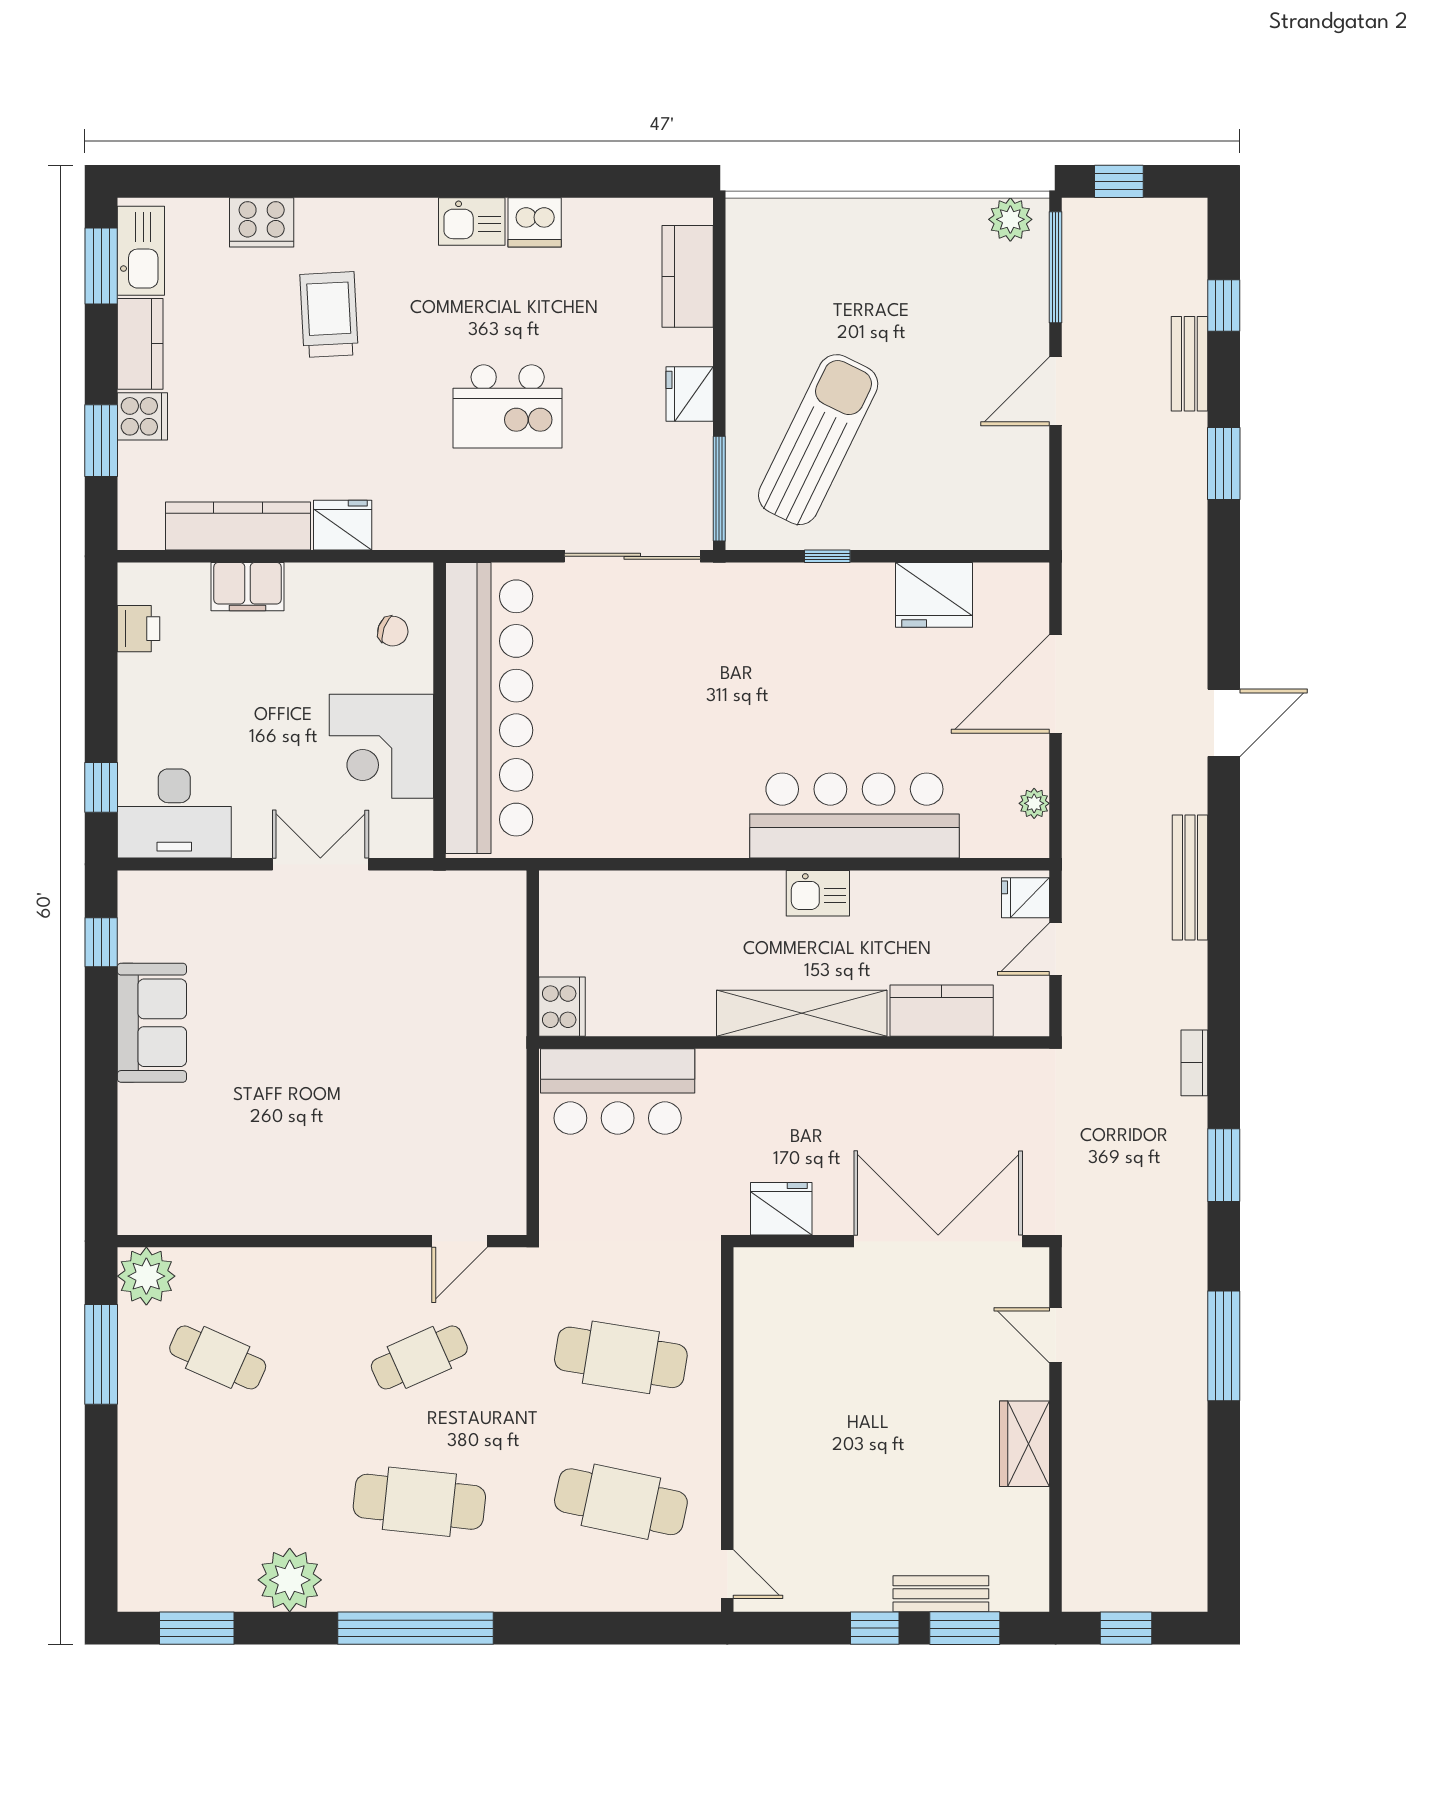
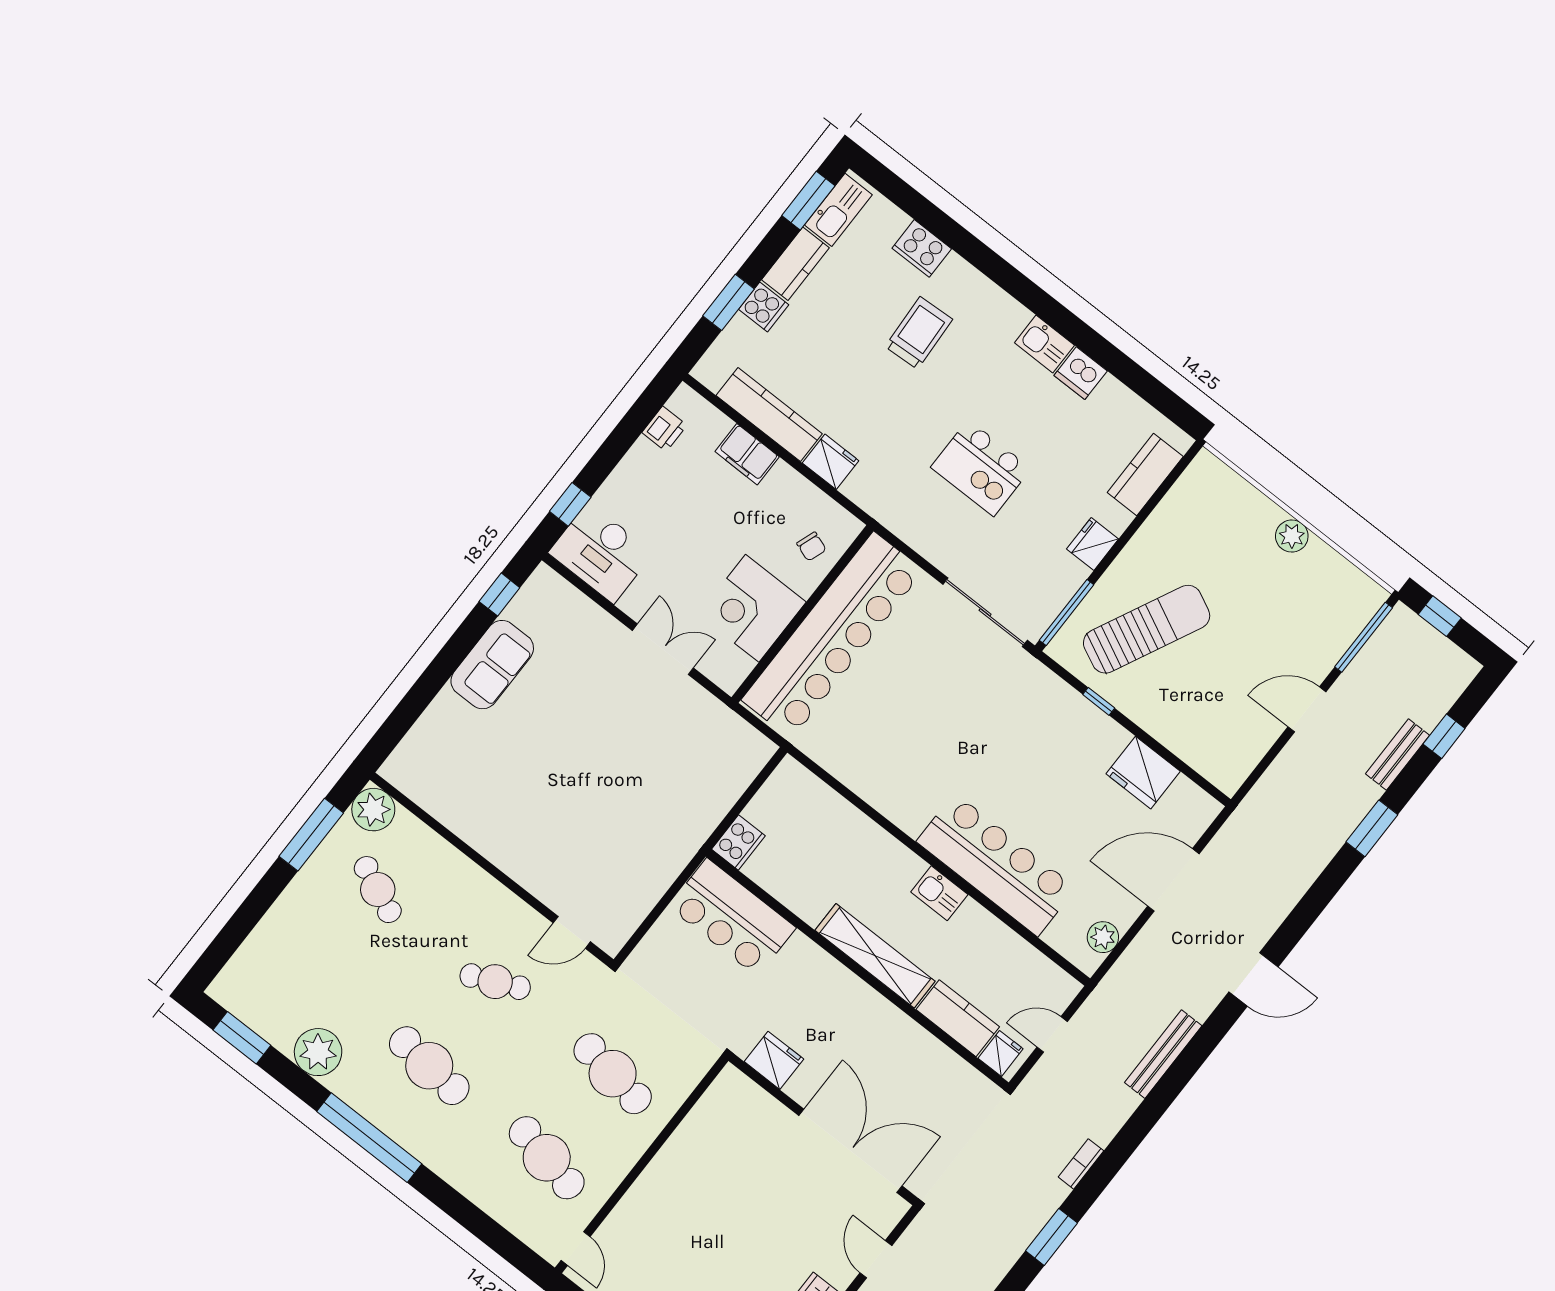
plant: (1010, 219) -> (1292, 536), moved
plant: (1034, 803) -> (1103, 937), width x1.38, depth x1.38
fridge: (1026, 898) -> (1001, 1053), moved, turned 90

